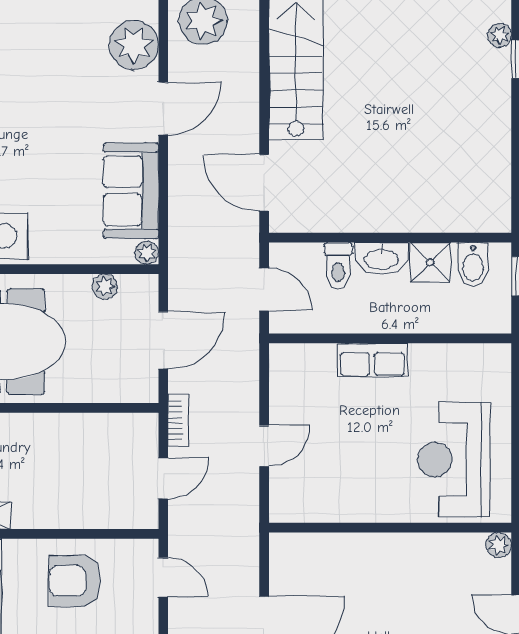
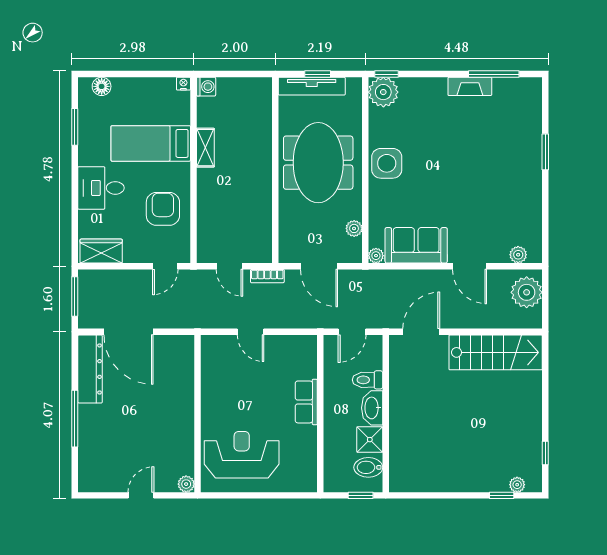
plant: (134, 45) -> (518, 255), width x0.53, depth x0.53

